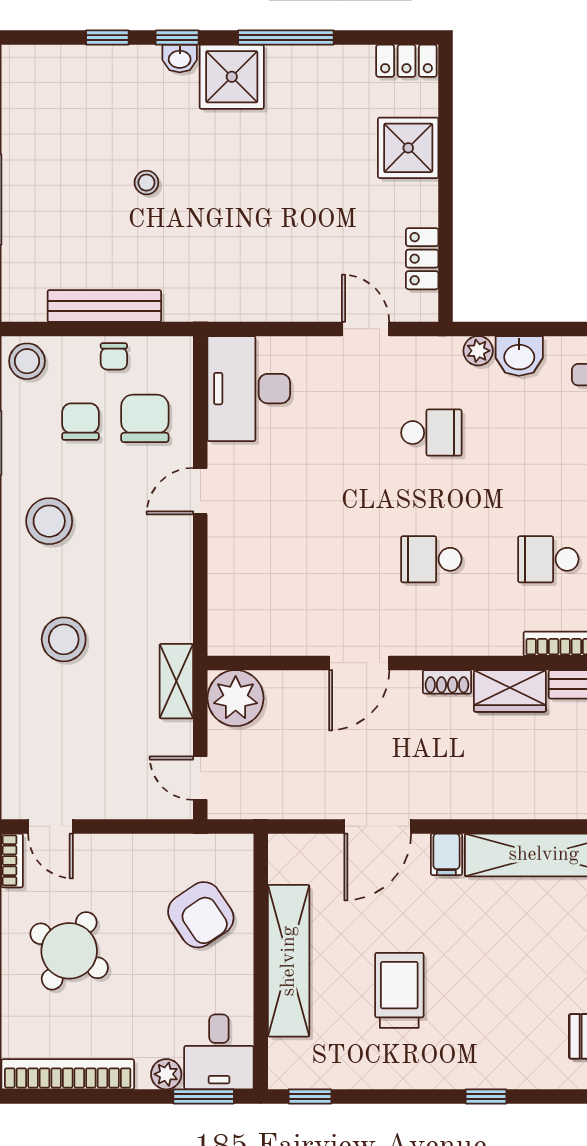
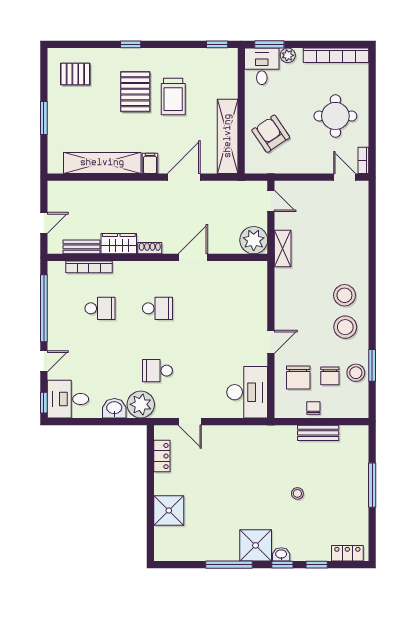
locker: (406, 61) -> (347, 553), moved
bench: (104, 306) -> (318, 433), width x0.73
plant: (478, 351) -> (141, 404), width x1.88, depth x1.88
stool: (27, 361) -> (356, 373), moved
stool: (64, 639) -> (344, 295), moved
round table: (69, 951) -> (335, 116), turned -31
shelving: (289, 961) -> (228, 136), moved
pallet: (476, 1000) -> (135, 92), added

